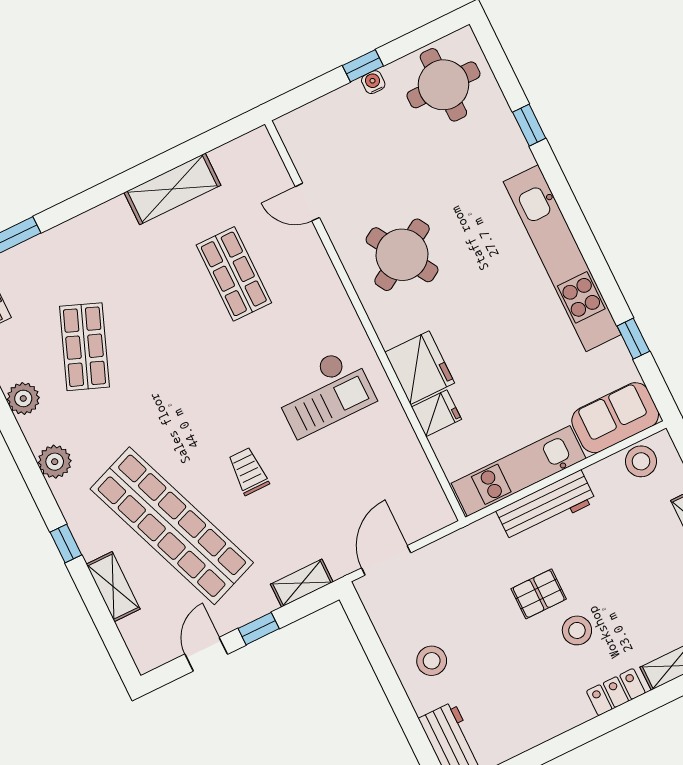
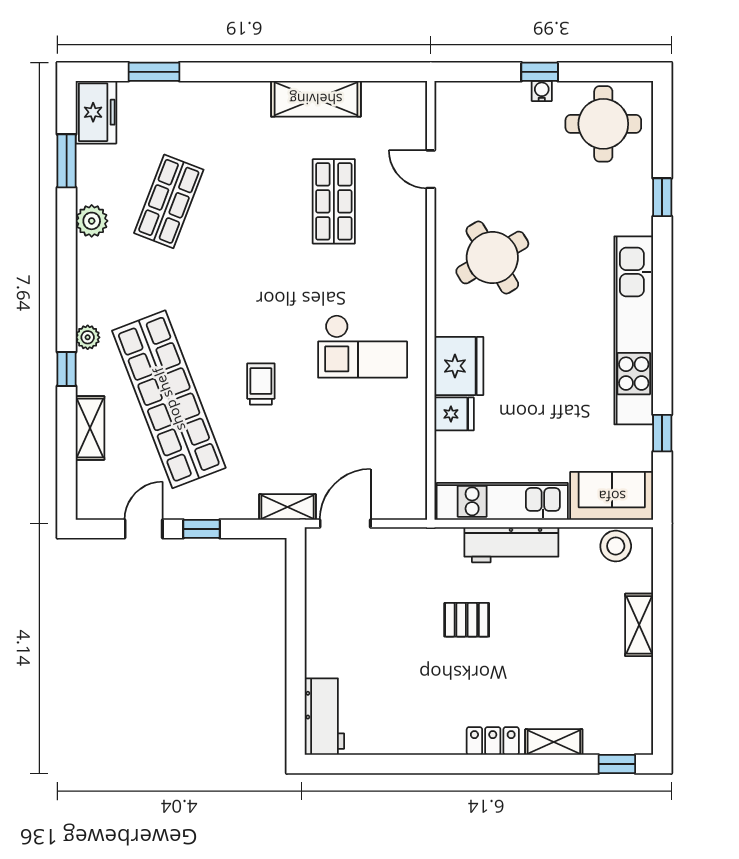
plant: (55, 462) -> (88, 337), moved, width x0.73, depth x0.73
shelving: (302, 583) -> (288, 507), moved
stool: (577, 630) -> (485, 669), removed
stool: (432, 661) -> (342, 633), removed

